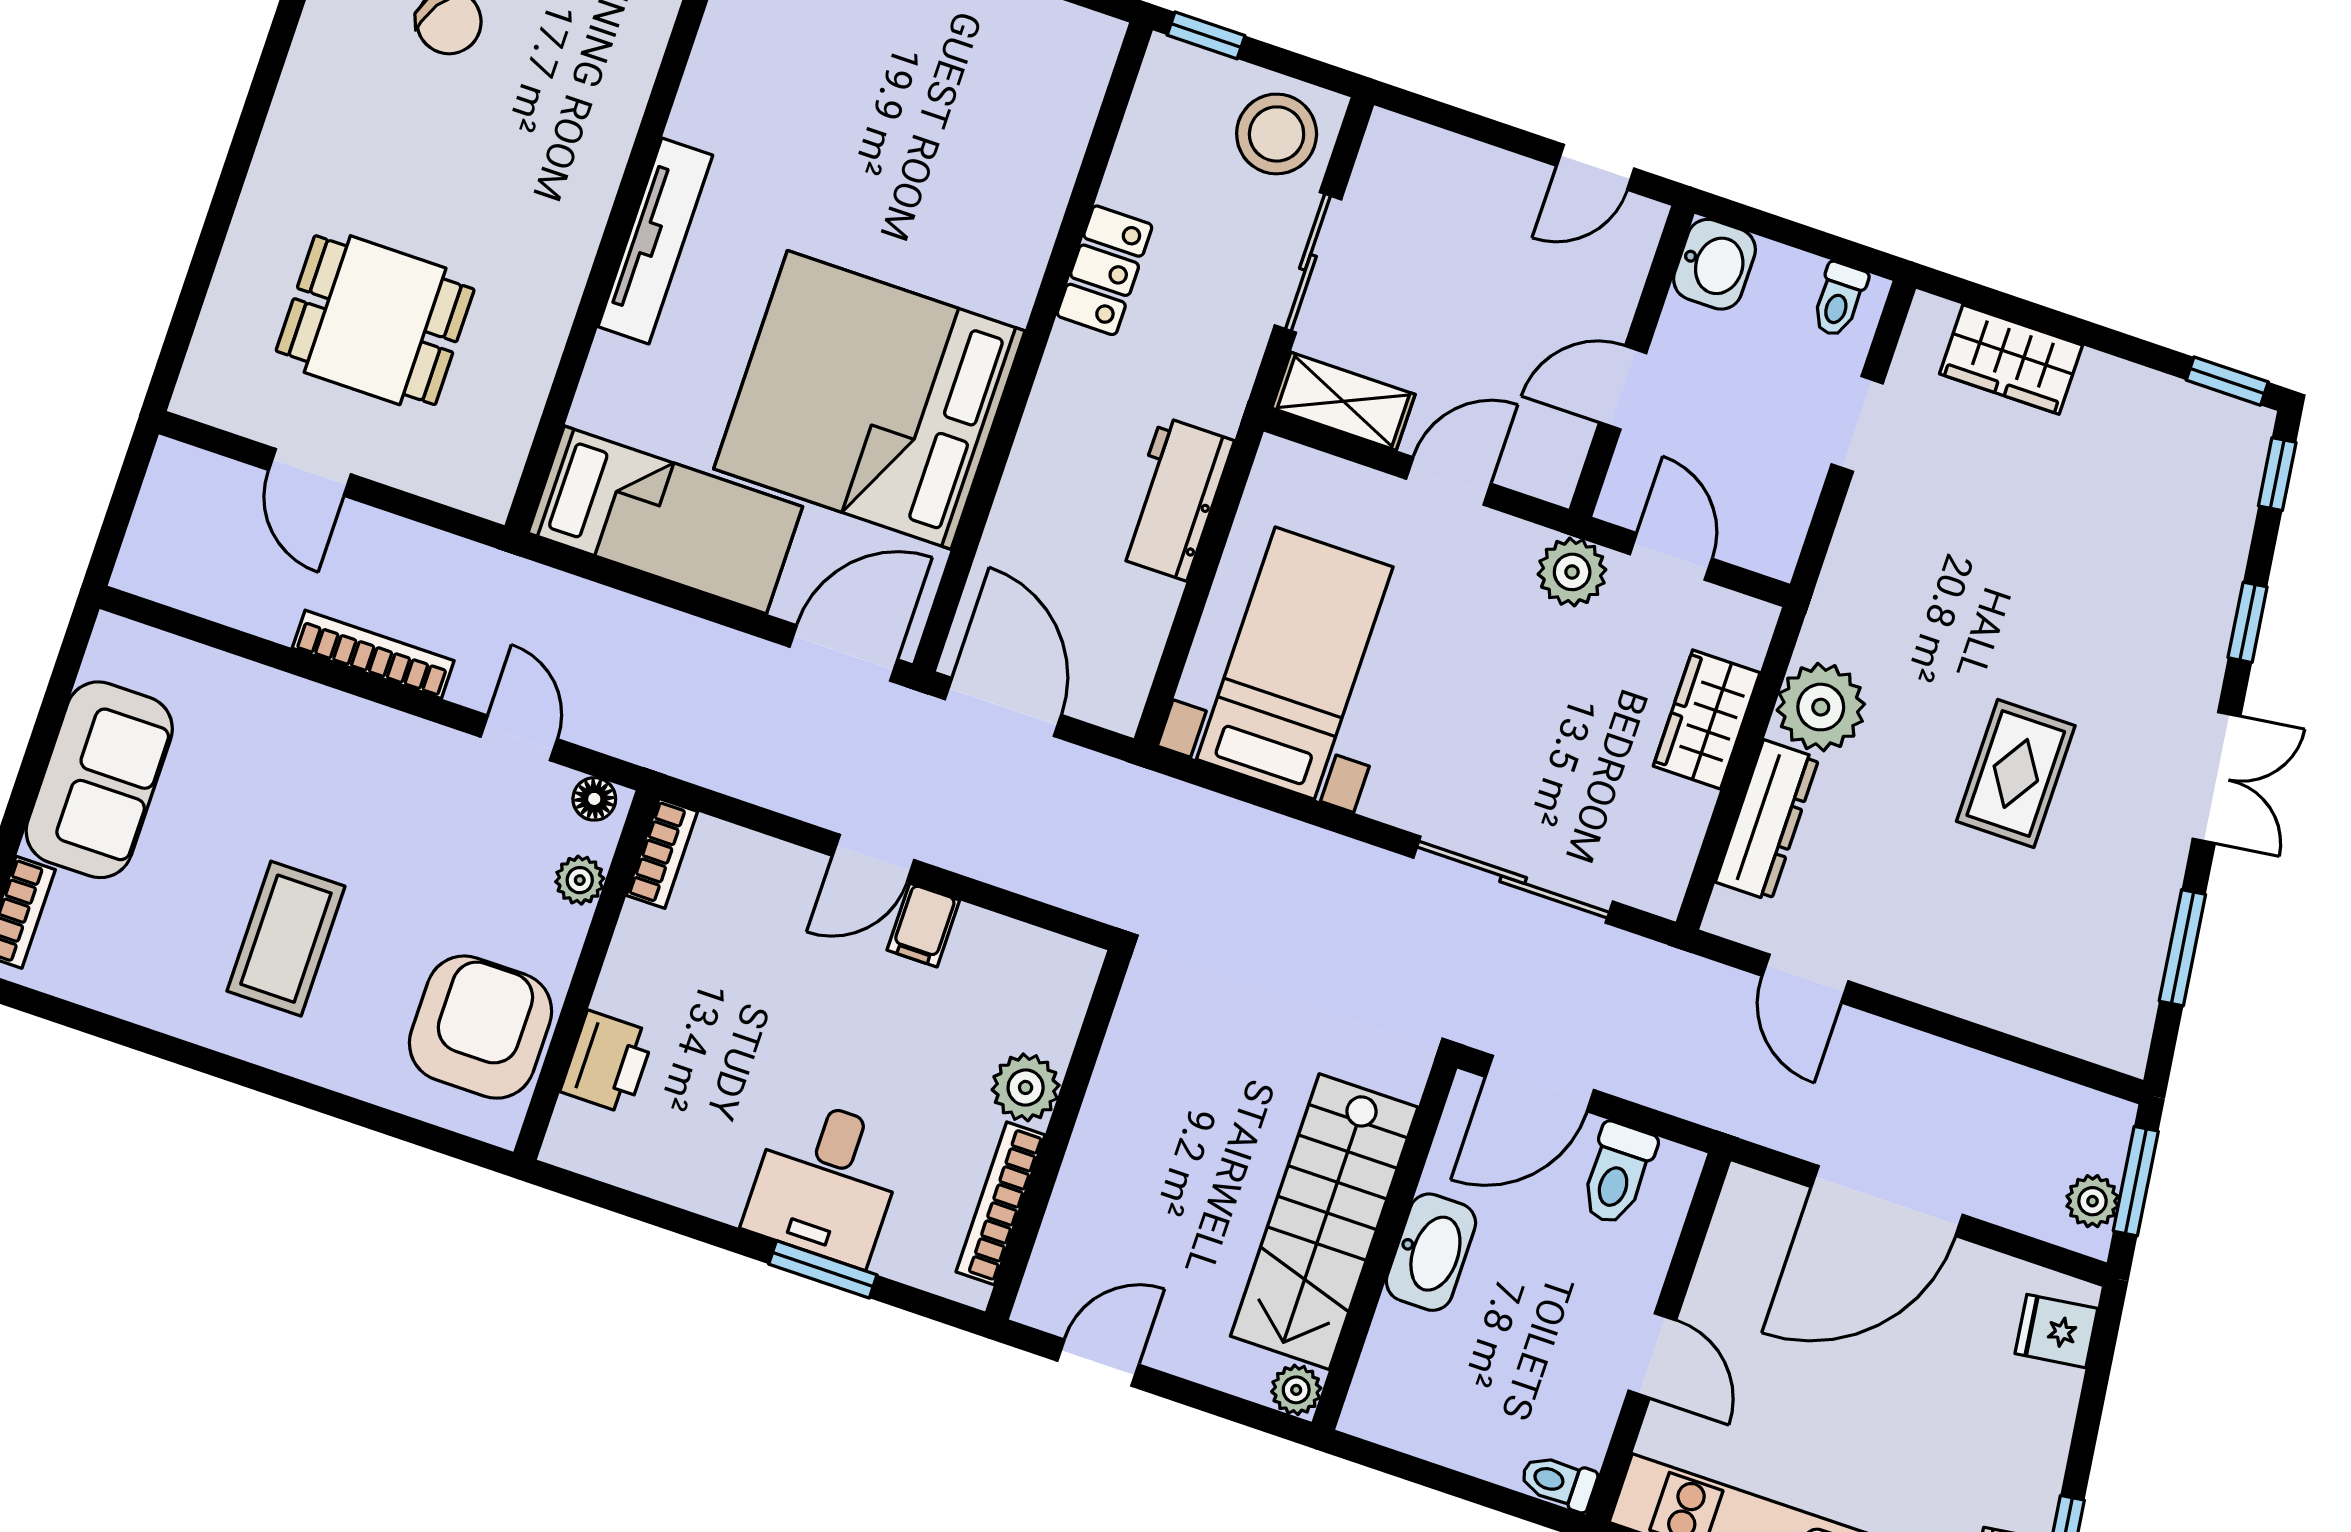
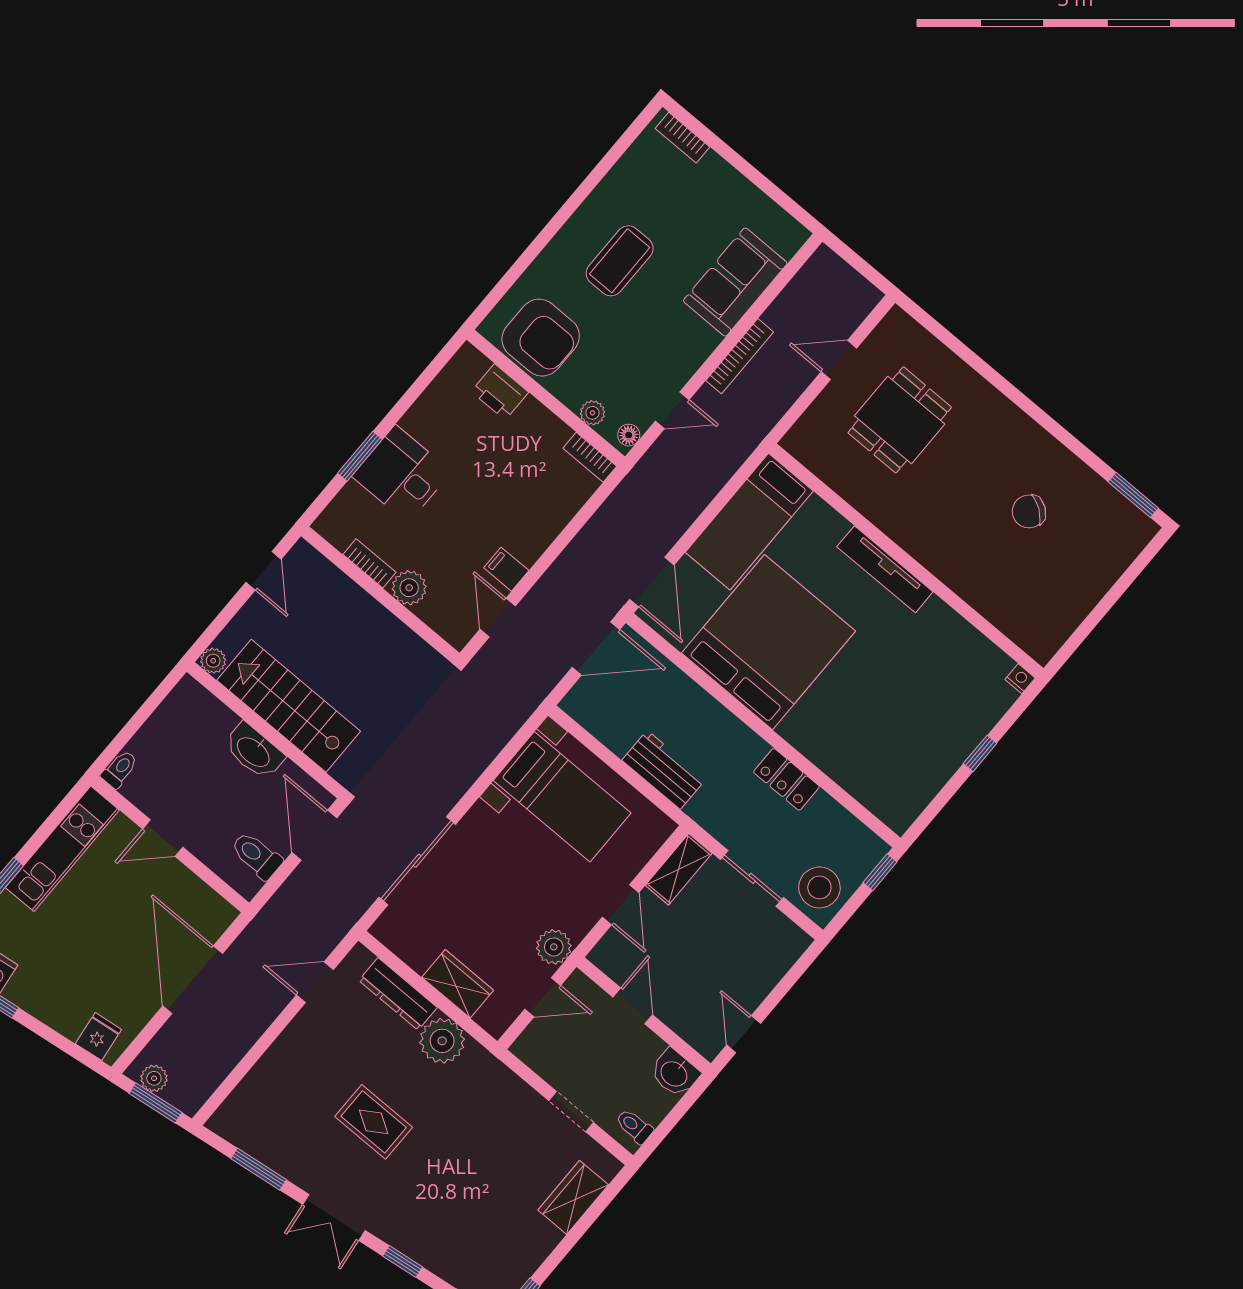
sofa: (99, 780) -> (735, 282), moved, turned 90
door: (873, 858) -> (498, 618), moved
coffee table: (286, 939) -> (620, 261), turned 90
bookcase: (1000, 1203) -> (369, 563), width x0.64

